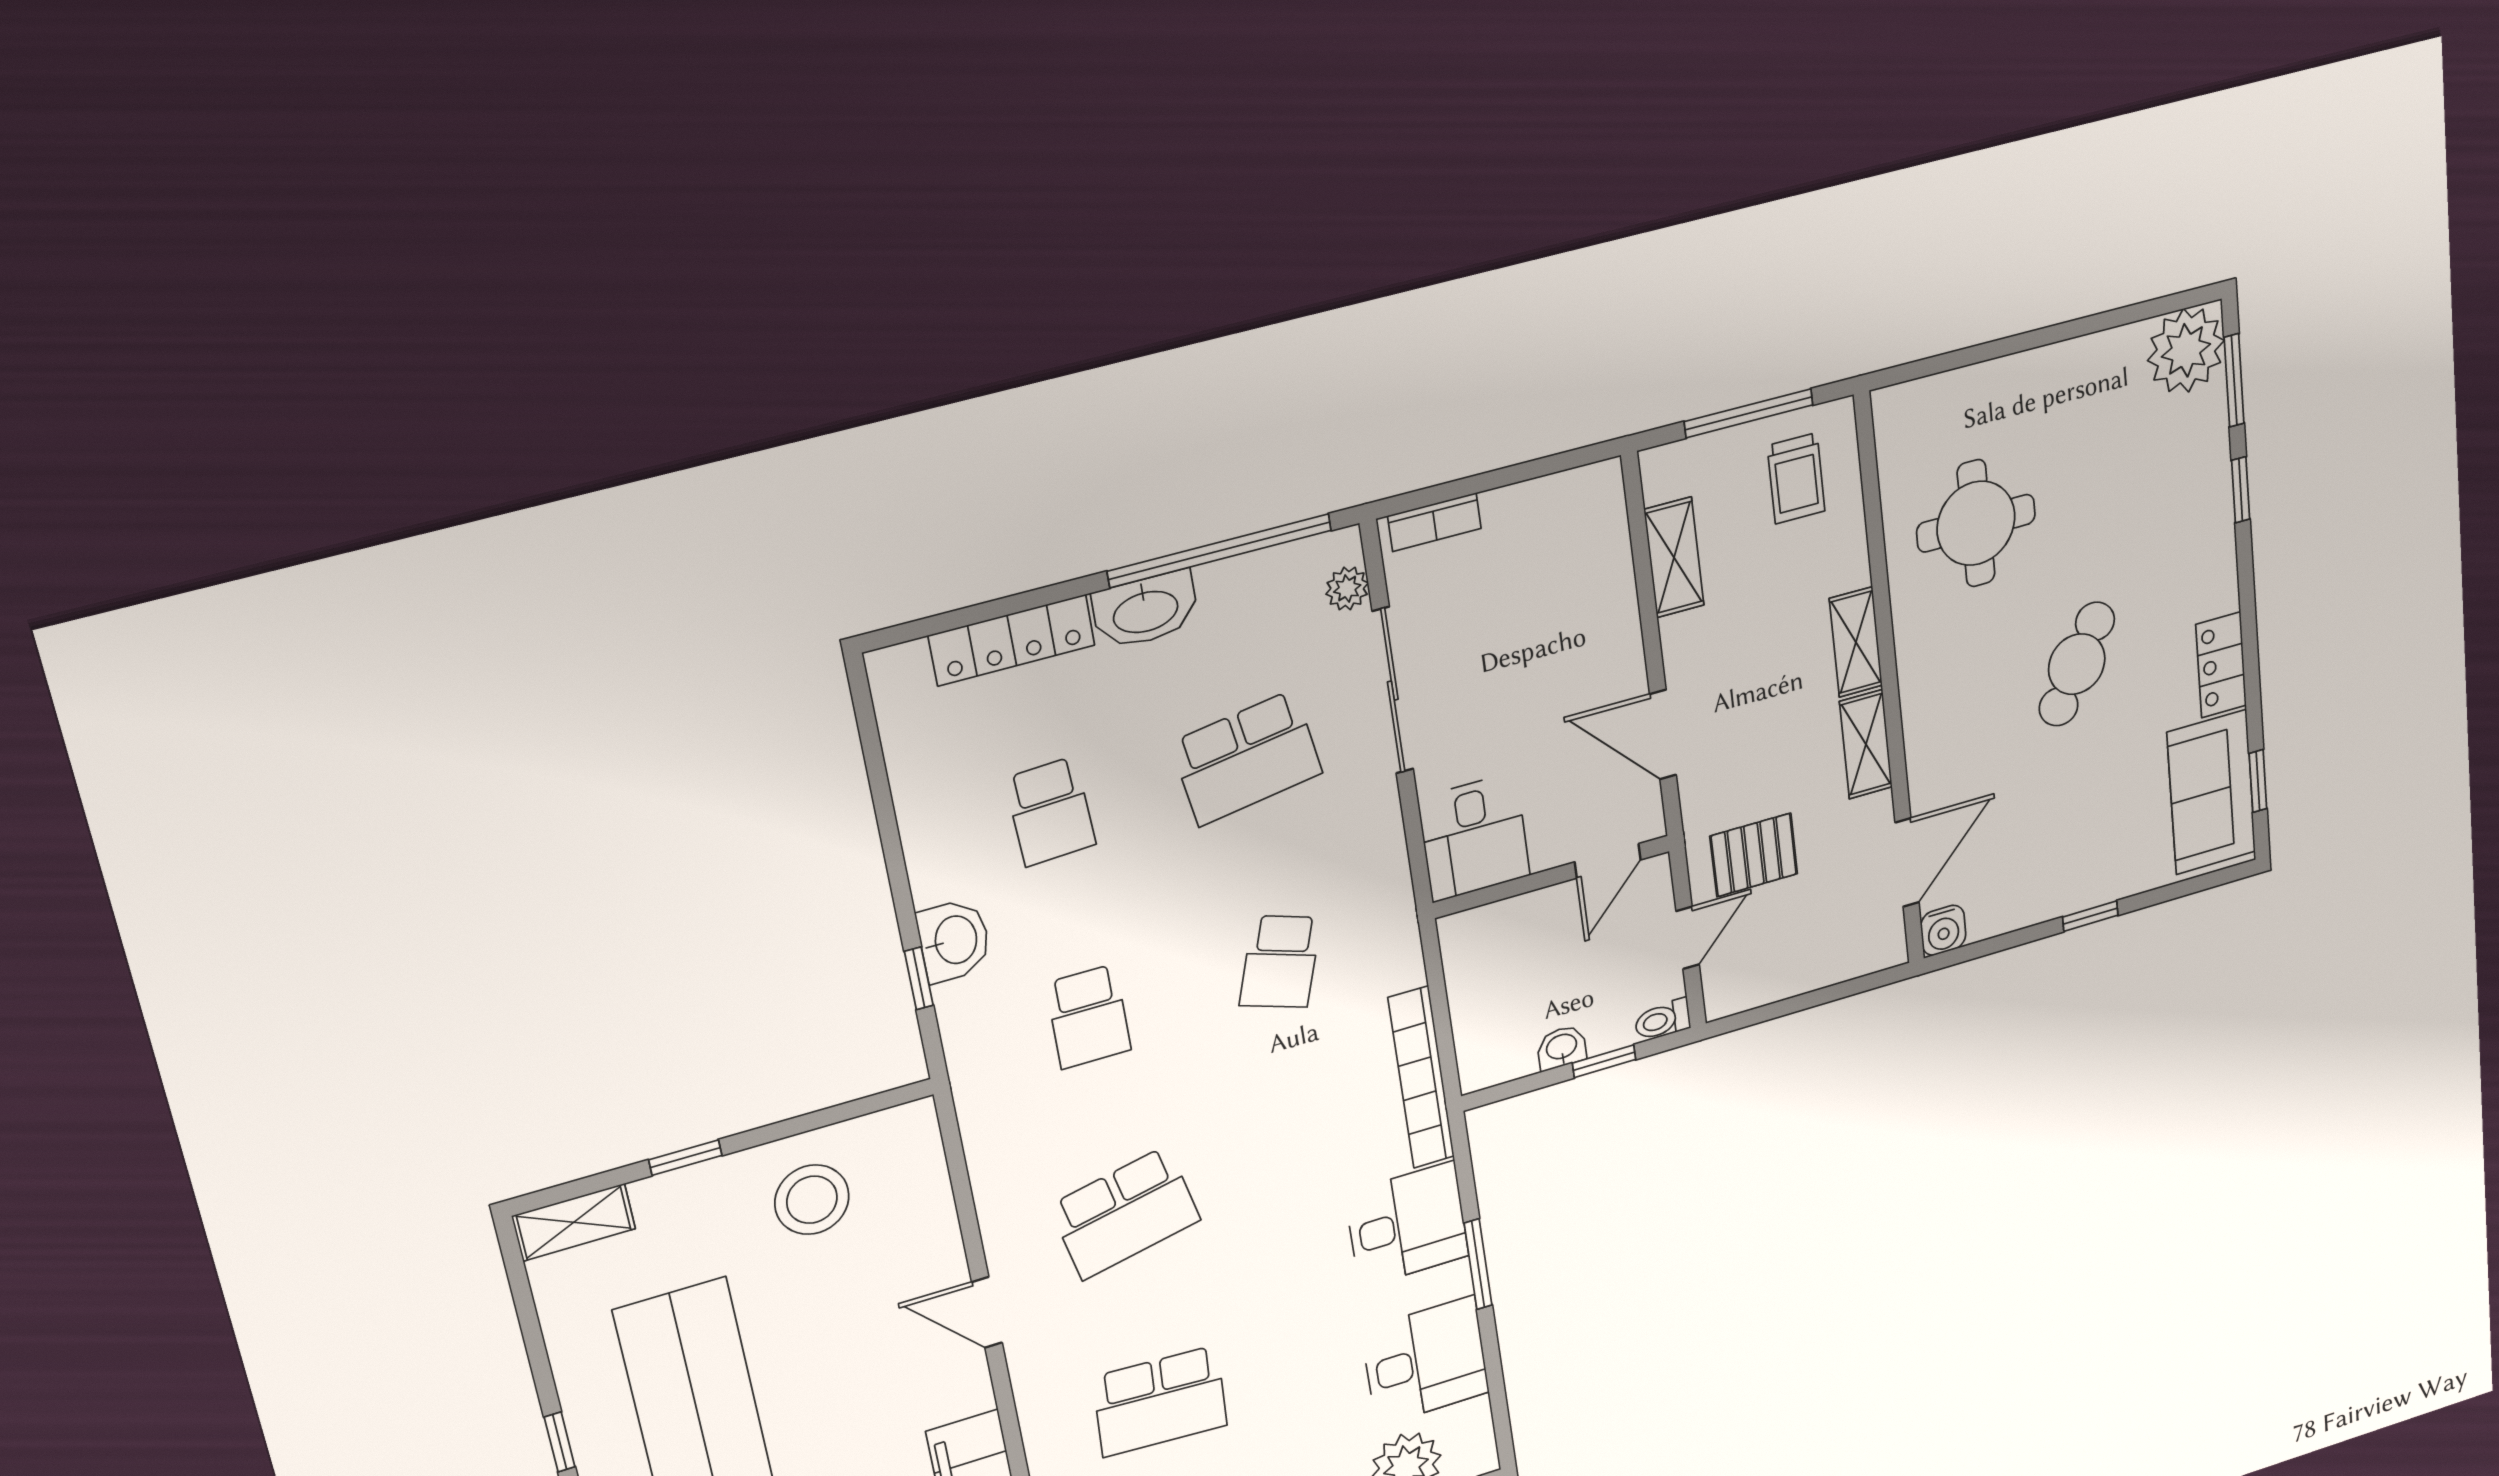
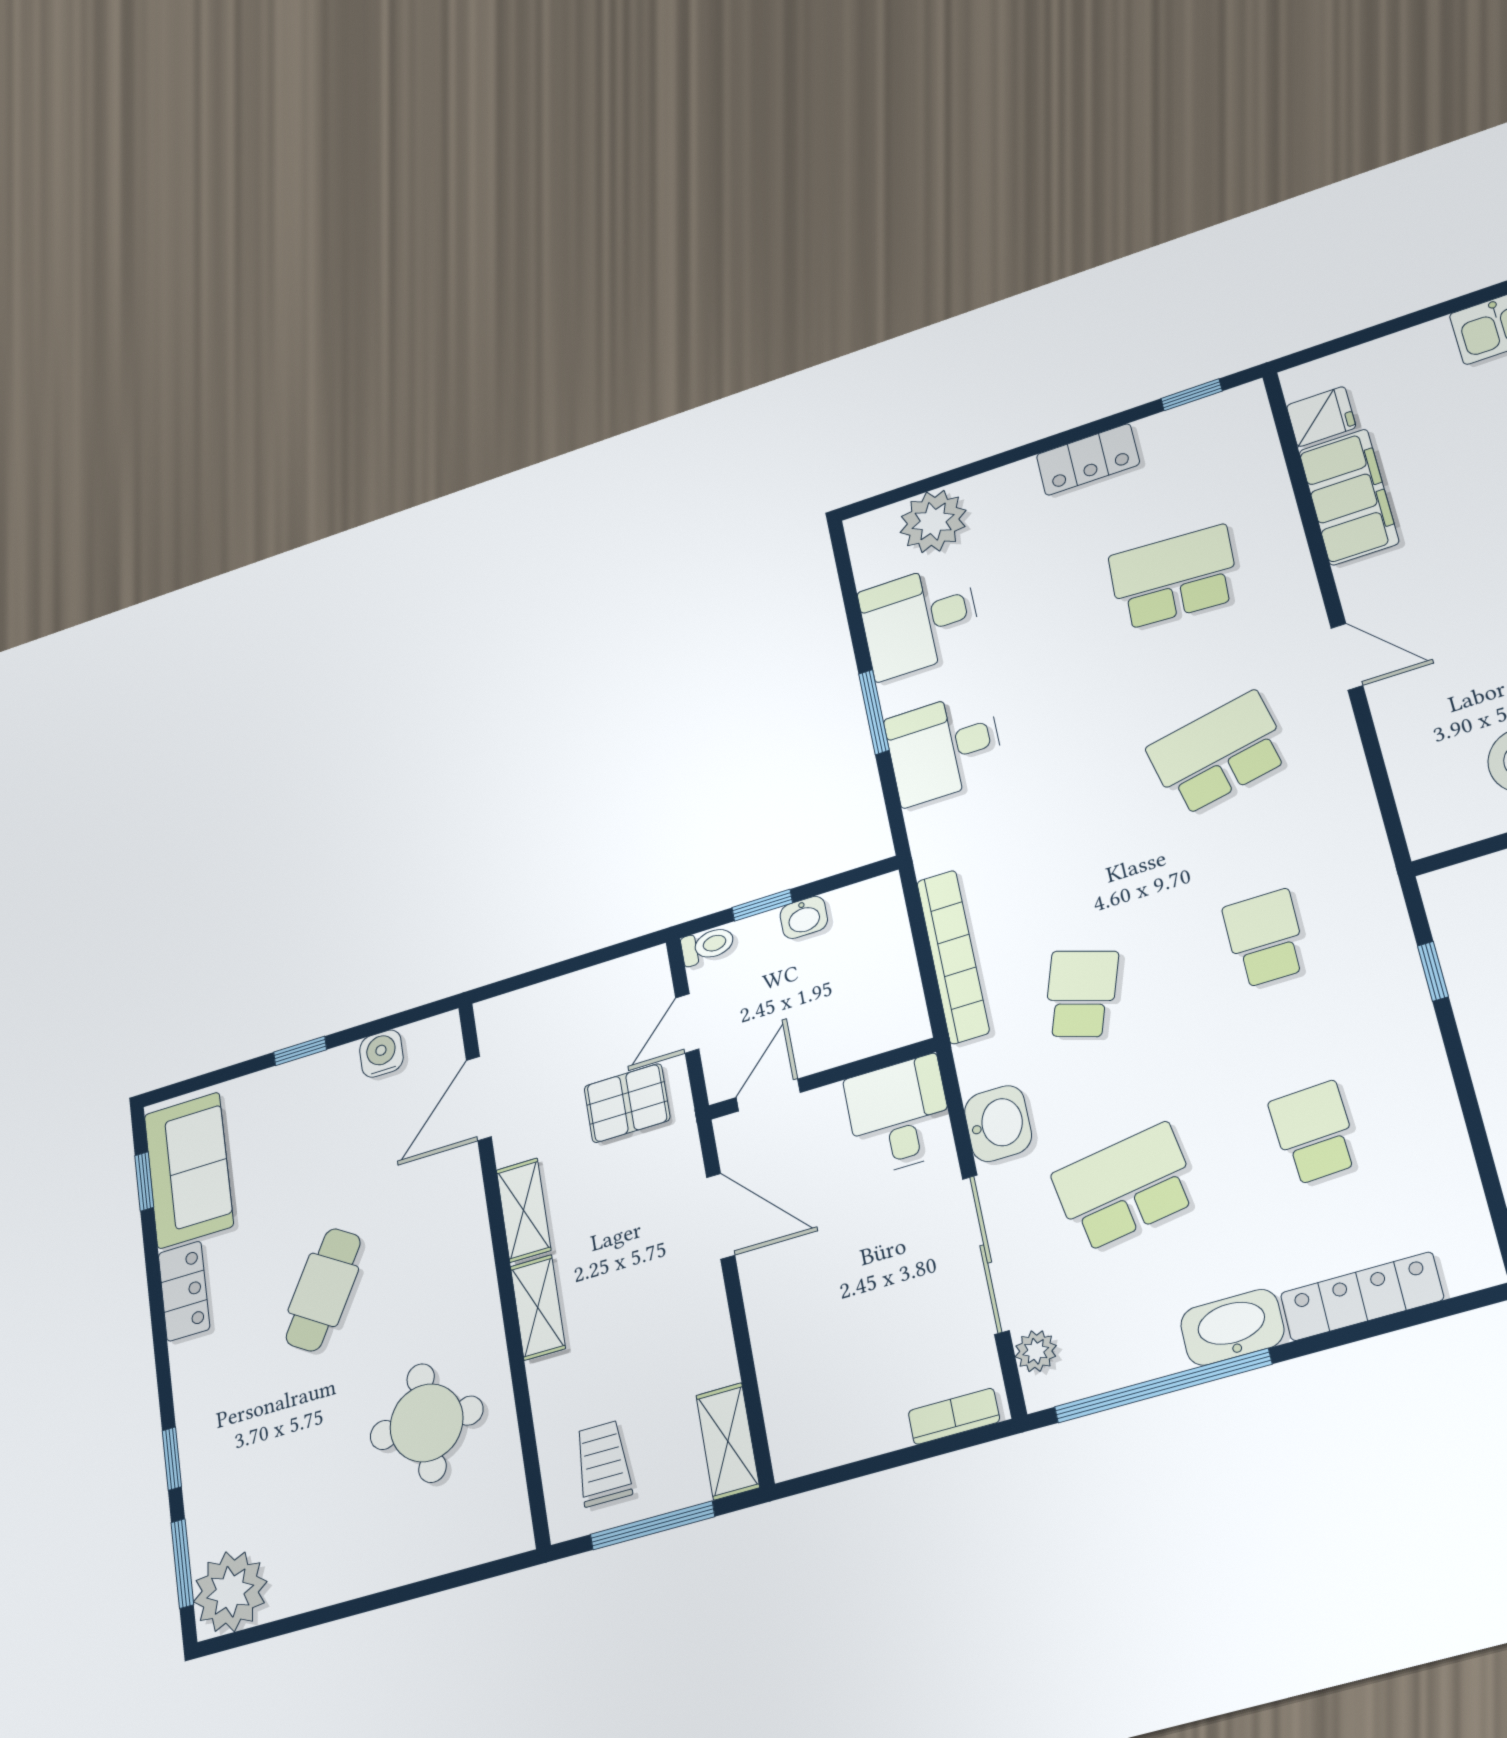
shelving: (1674, 557) -> (728, 1441), moved
water cooler: (1943, 930) -> (381, 1054), moved
washbasin: (954, 940) -> (998, 1123), moved, turned 180
bookcase: (1421, 1077) -> (953, 957), moved

